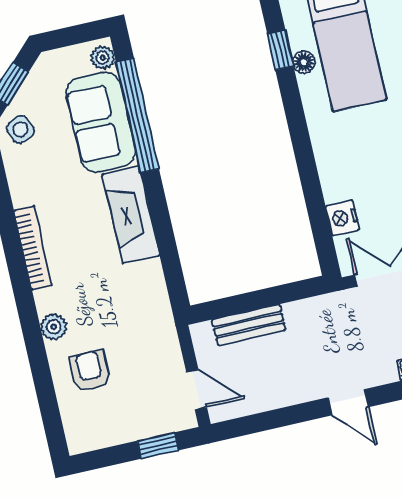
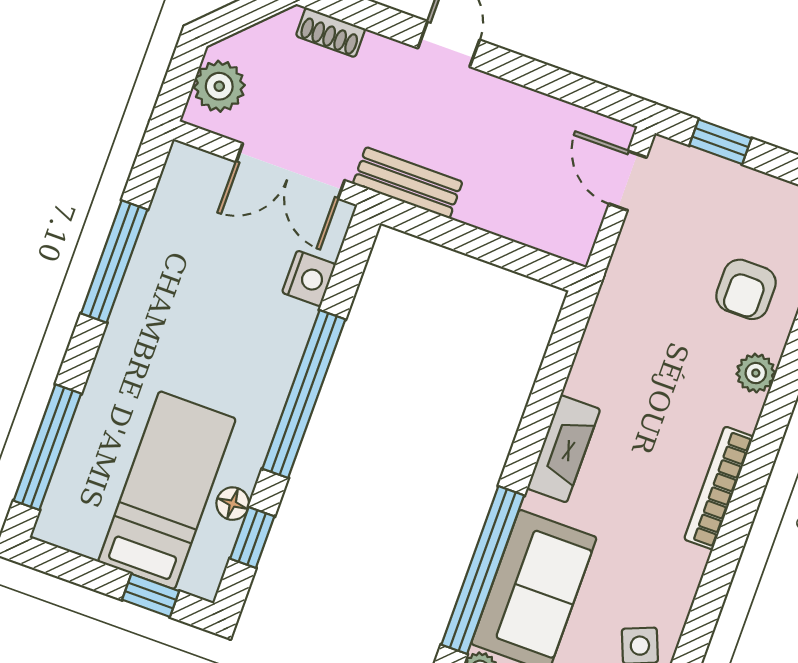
window: (303, 150) -> (304, 394), added
fireplace: (131, 215) -> (564, 449), width x0.73, depth x0.76
bench: (249, 325) -> (408, 183), moved

